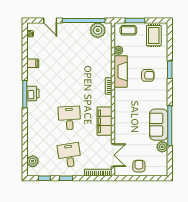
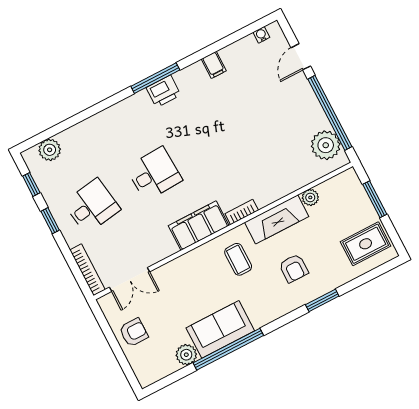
coffee table: (128, 30) -> (238, 259), moved
filing cabinet: (105, 121) -> (199, 226), moved

